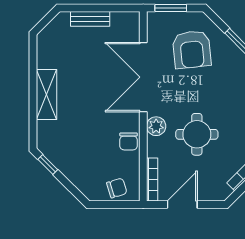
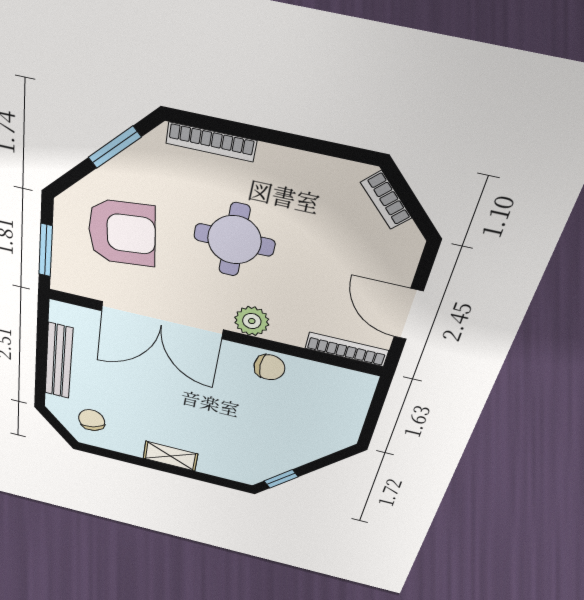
bench: (90, 19) -> (59, 361), width x1.36
shelving: (47, 94) -> (170, 456), width x0.67, depth x0.75
round table: (197, 134) -> (234, 240), moved
chair: (117, 188) -> (92, 420), moved

